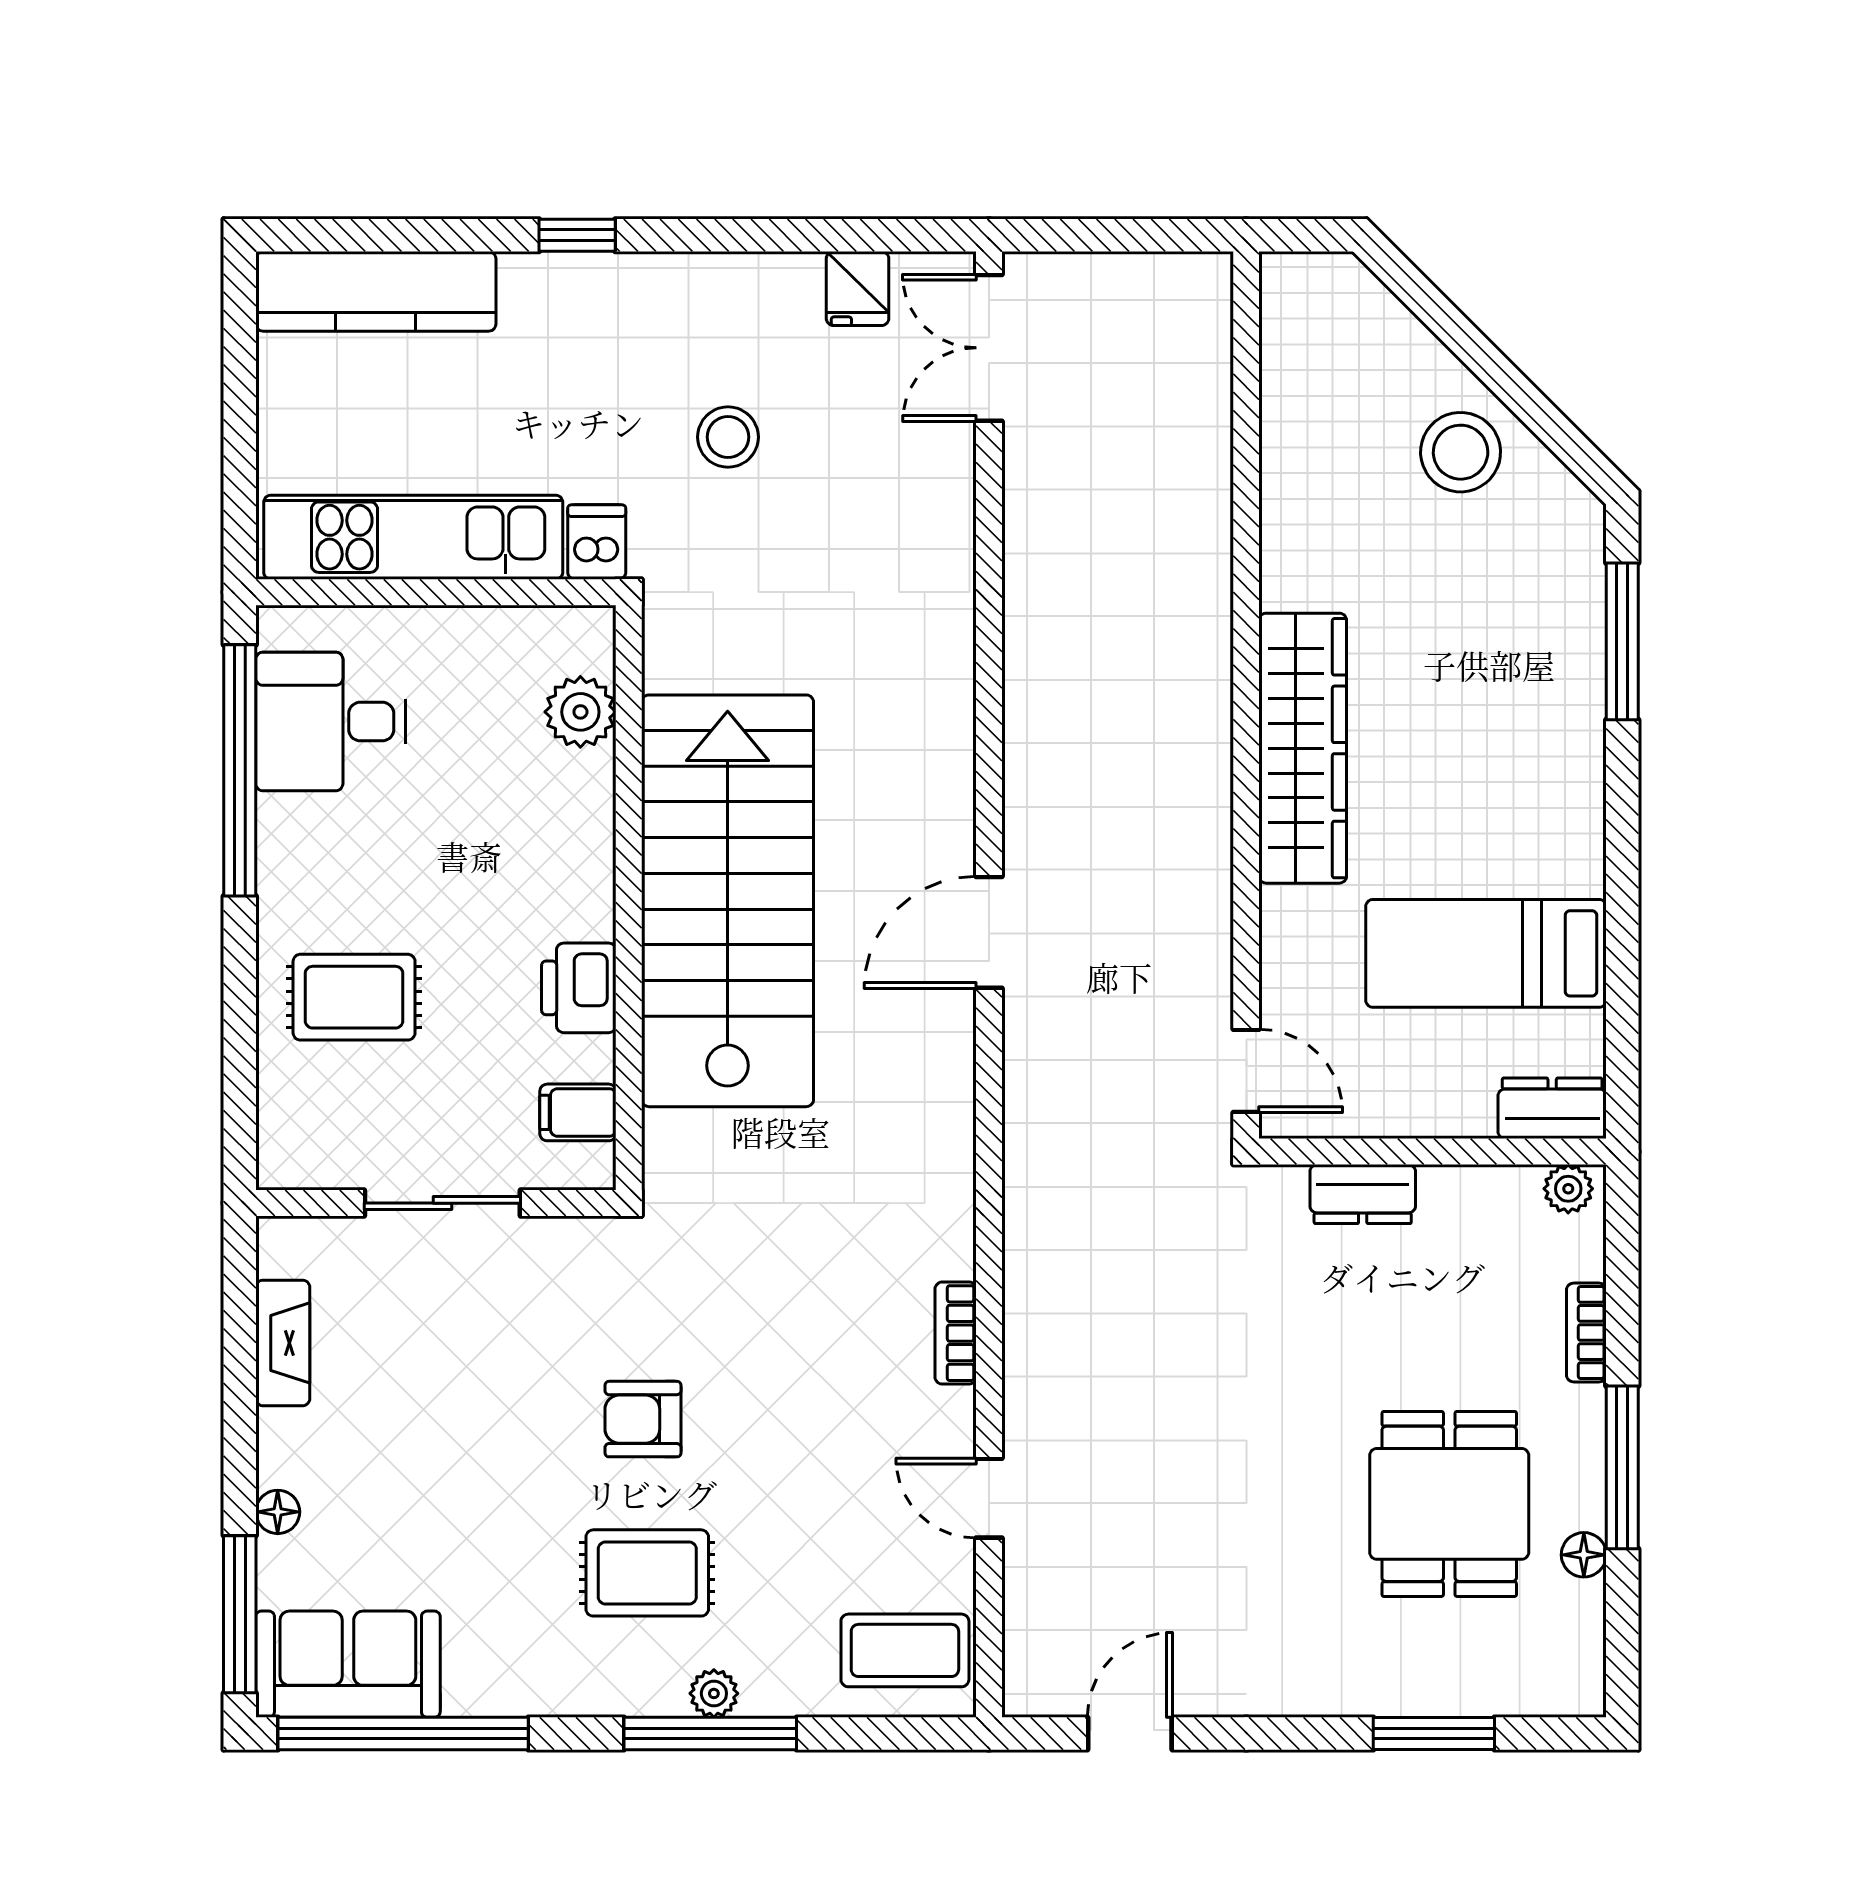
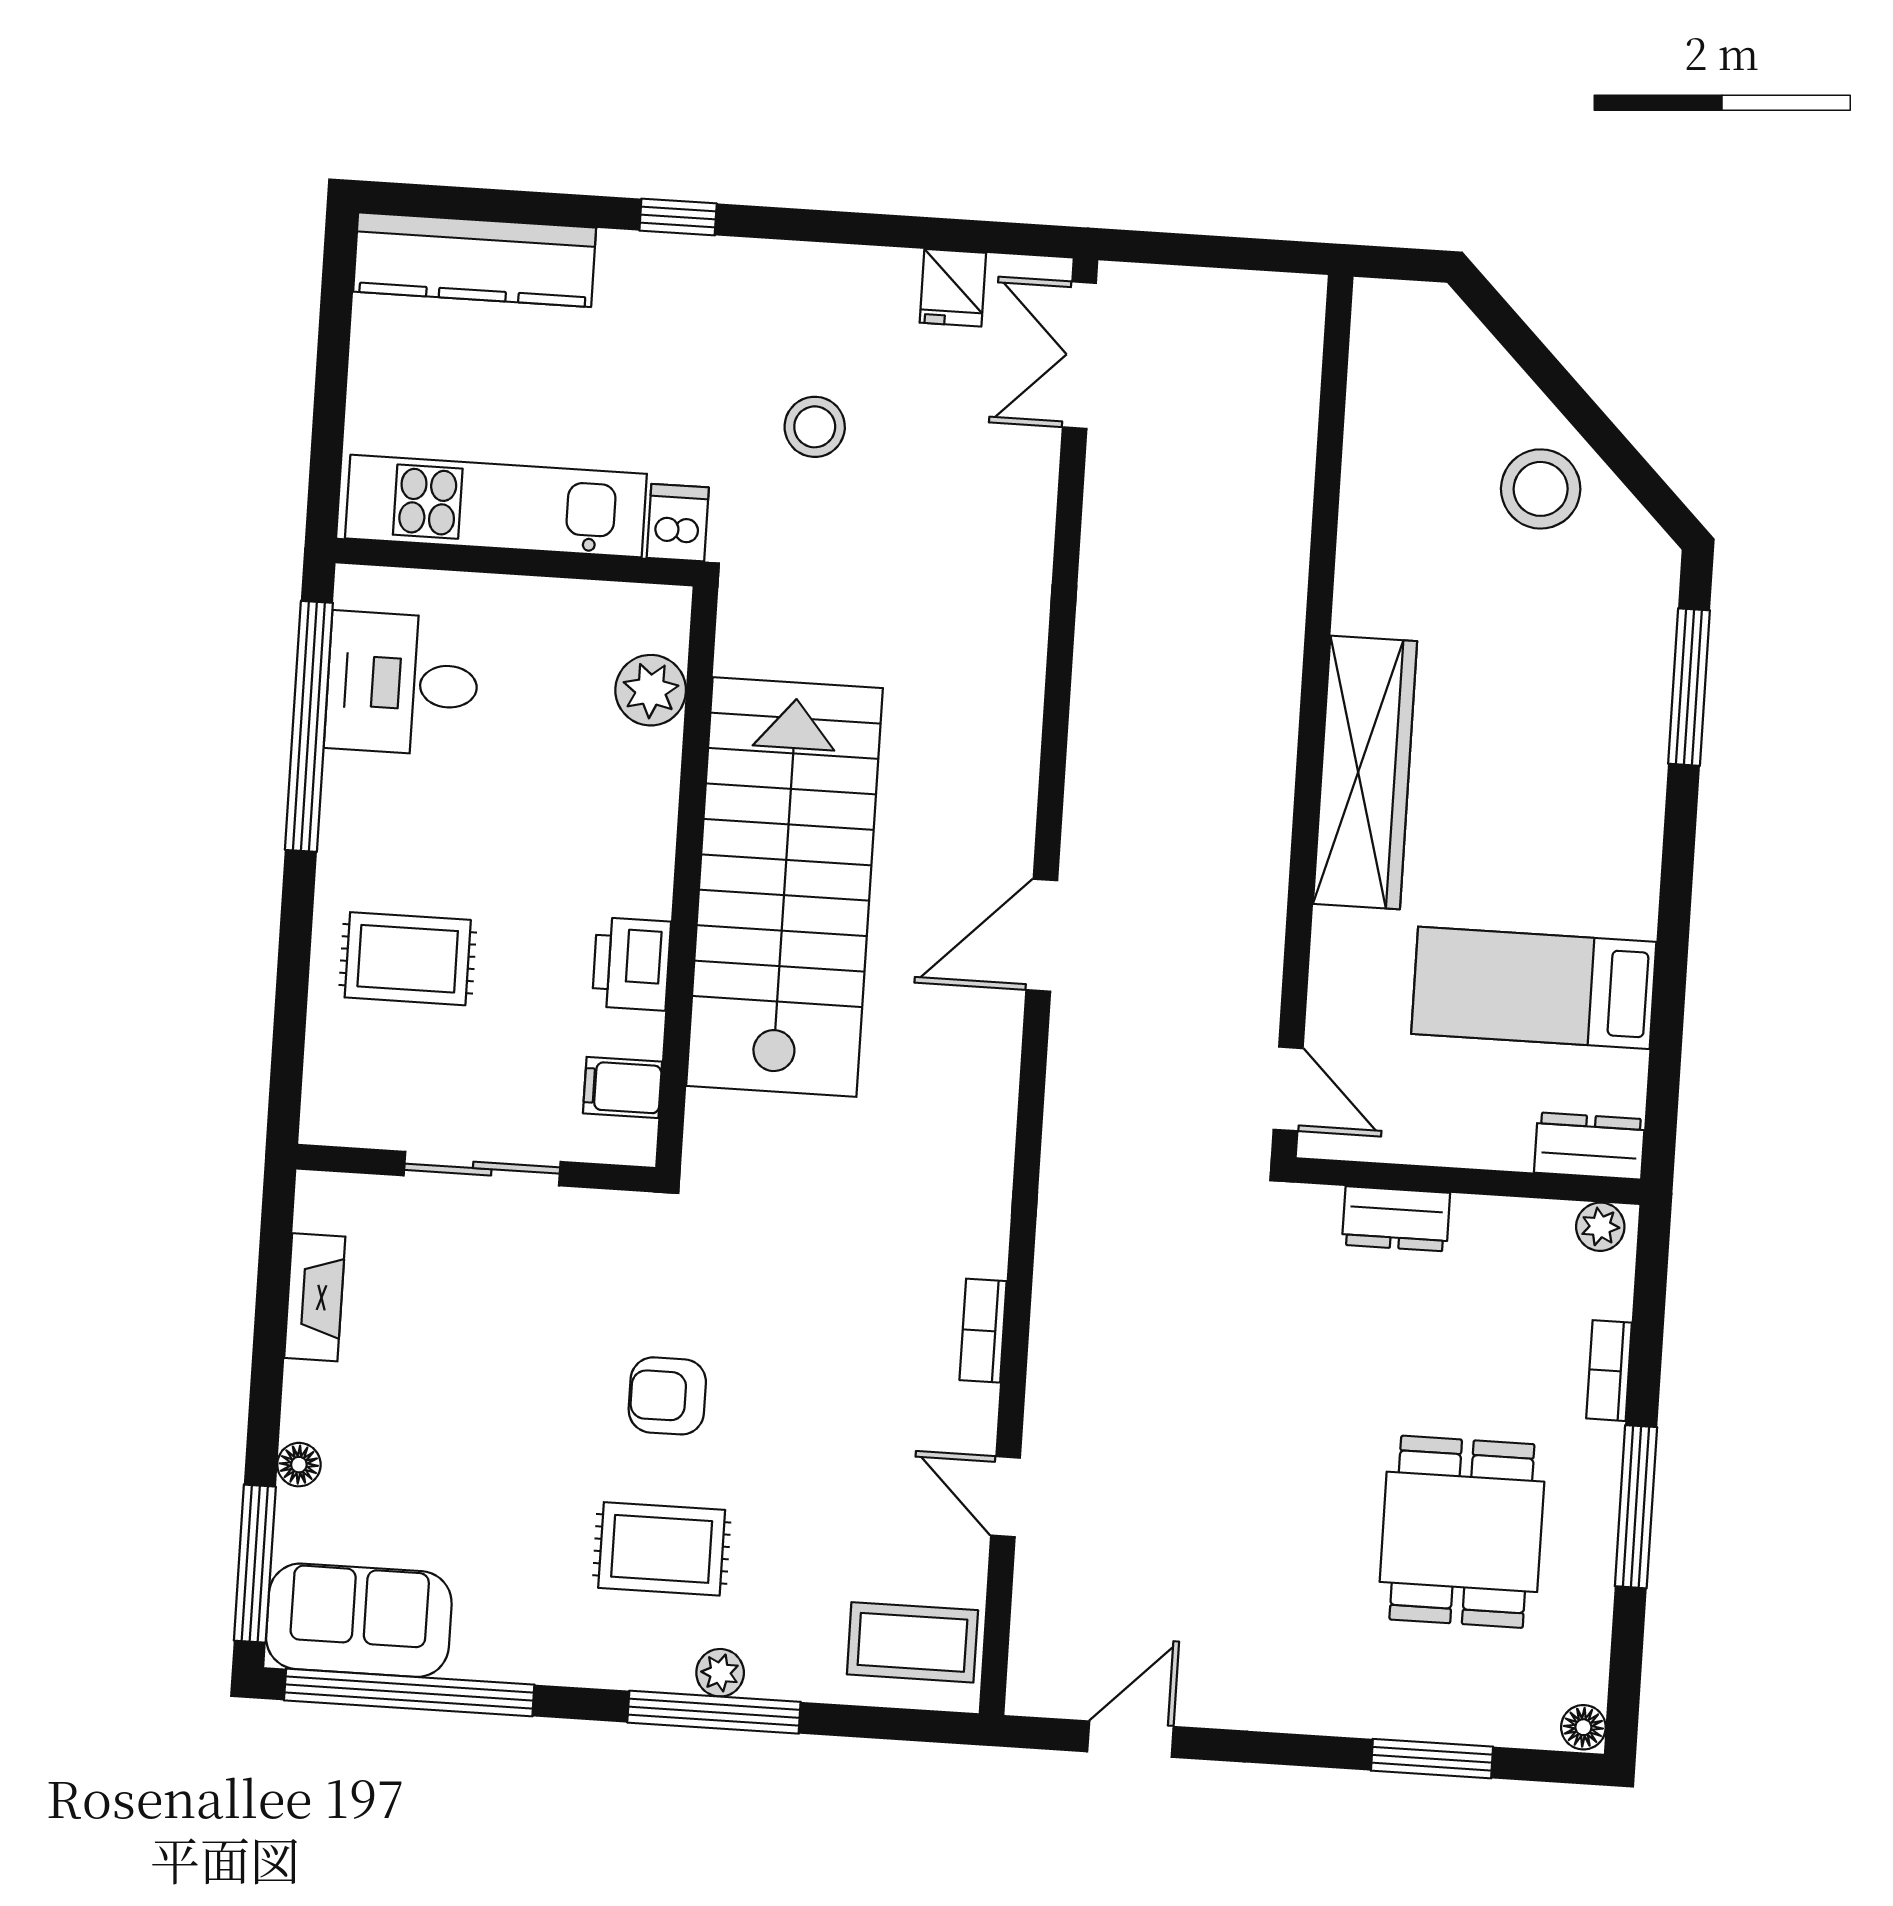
floor lamp: (1584, 1555) -> (1583, 1727), moved

